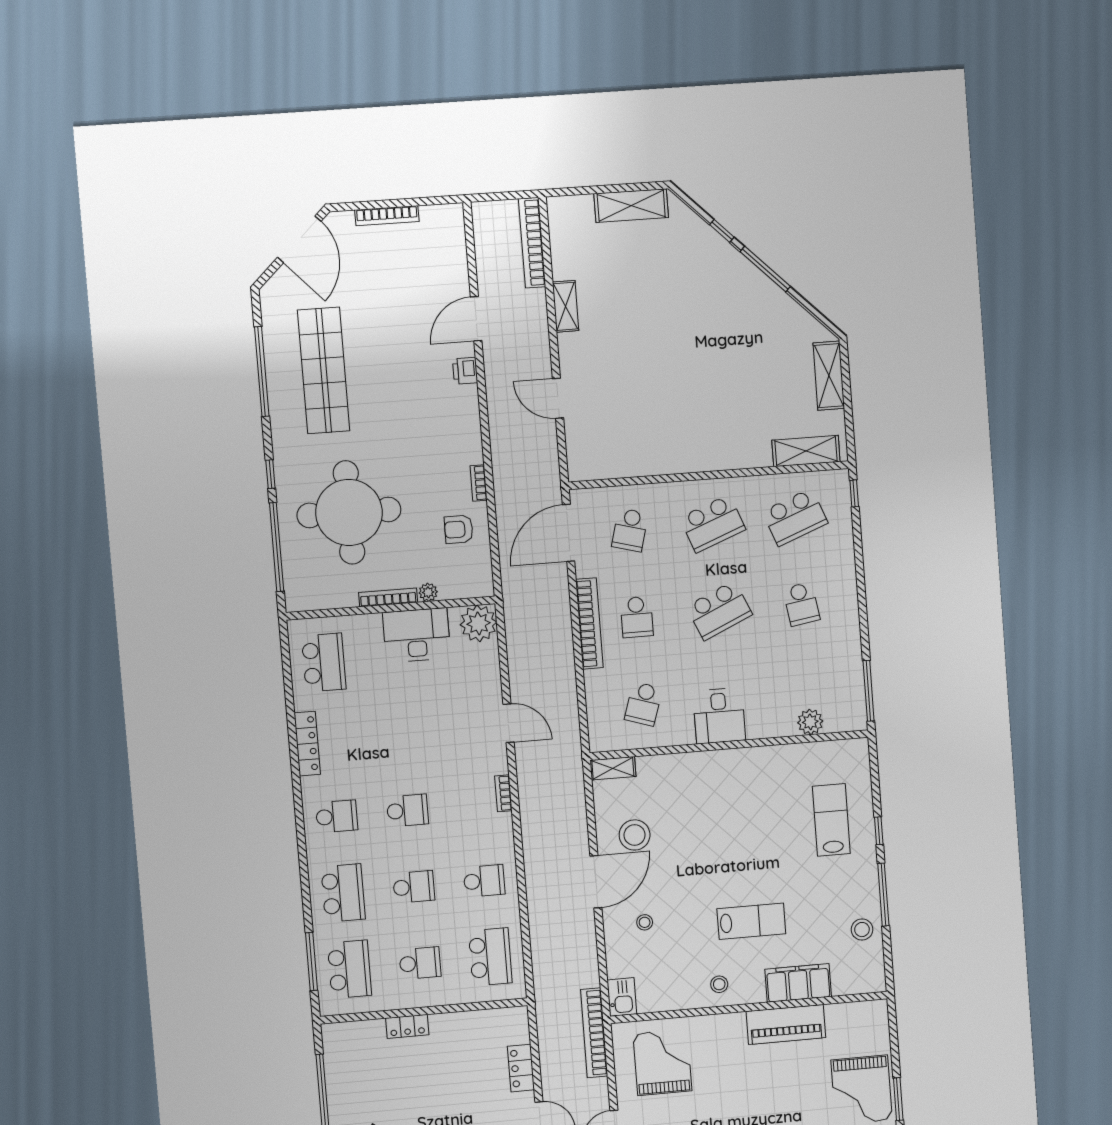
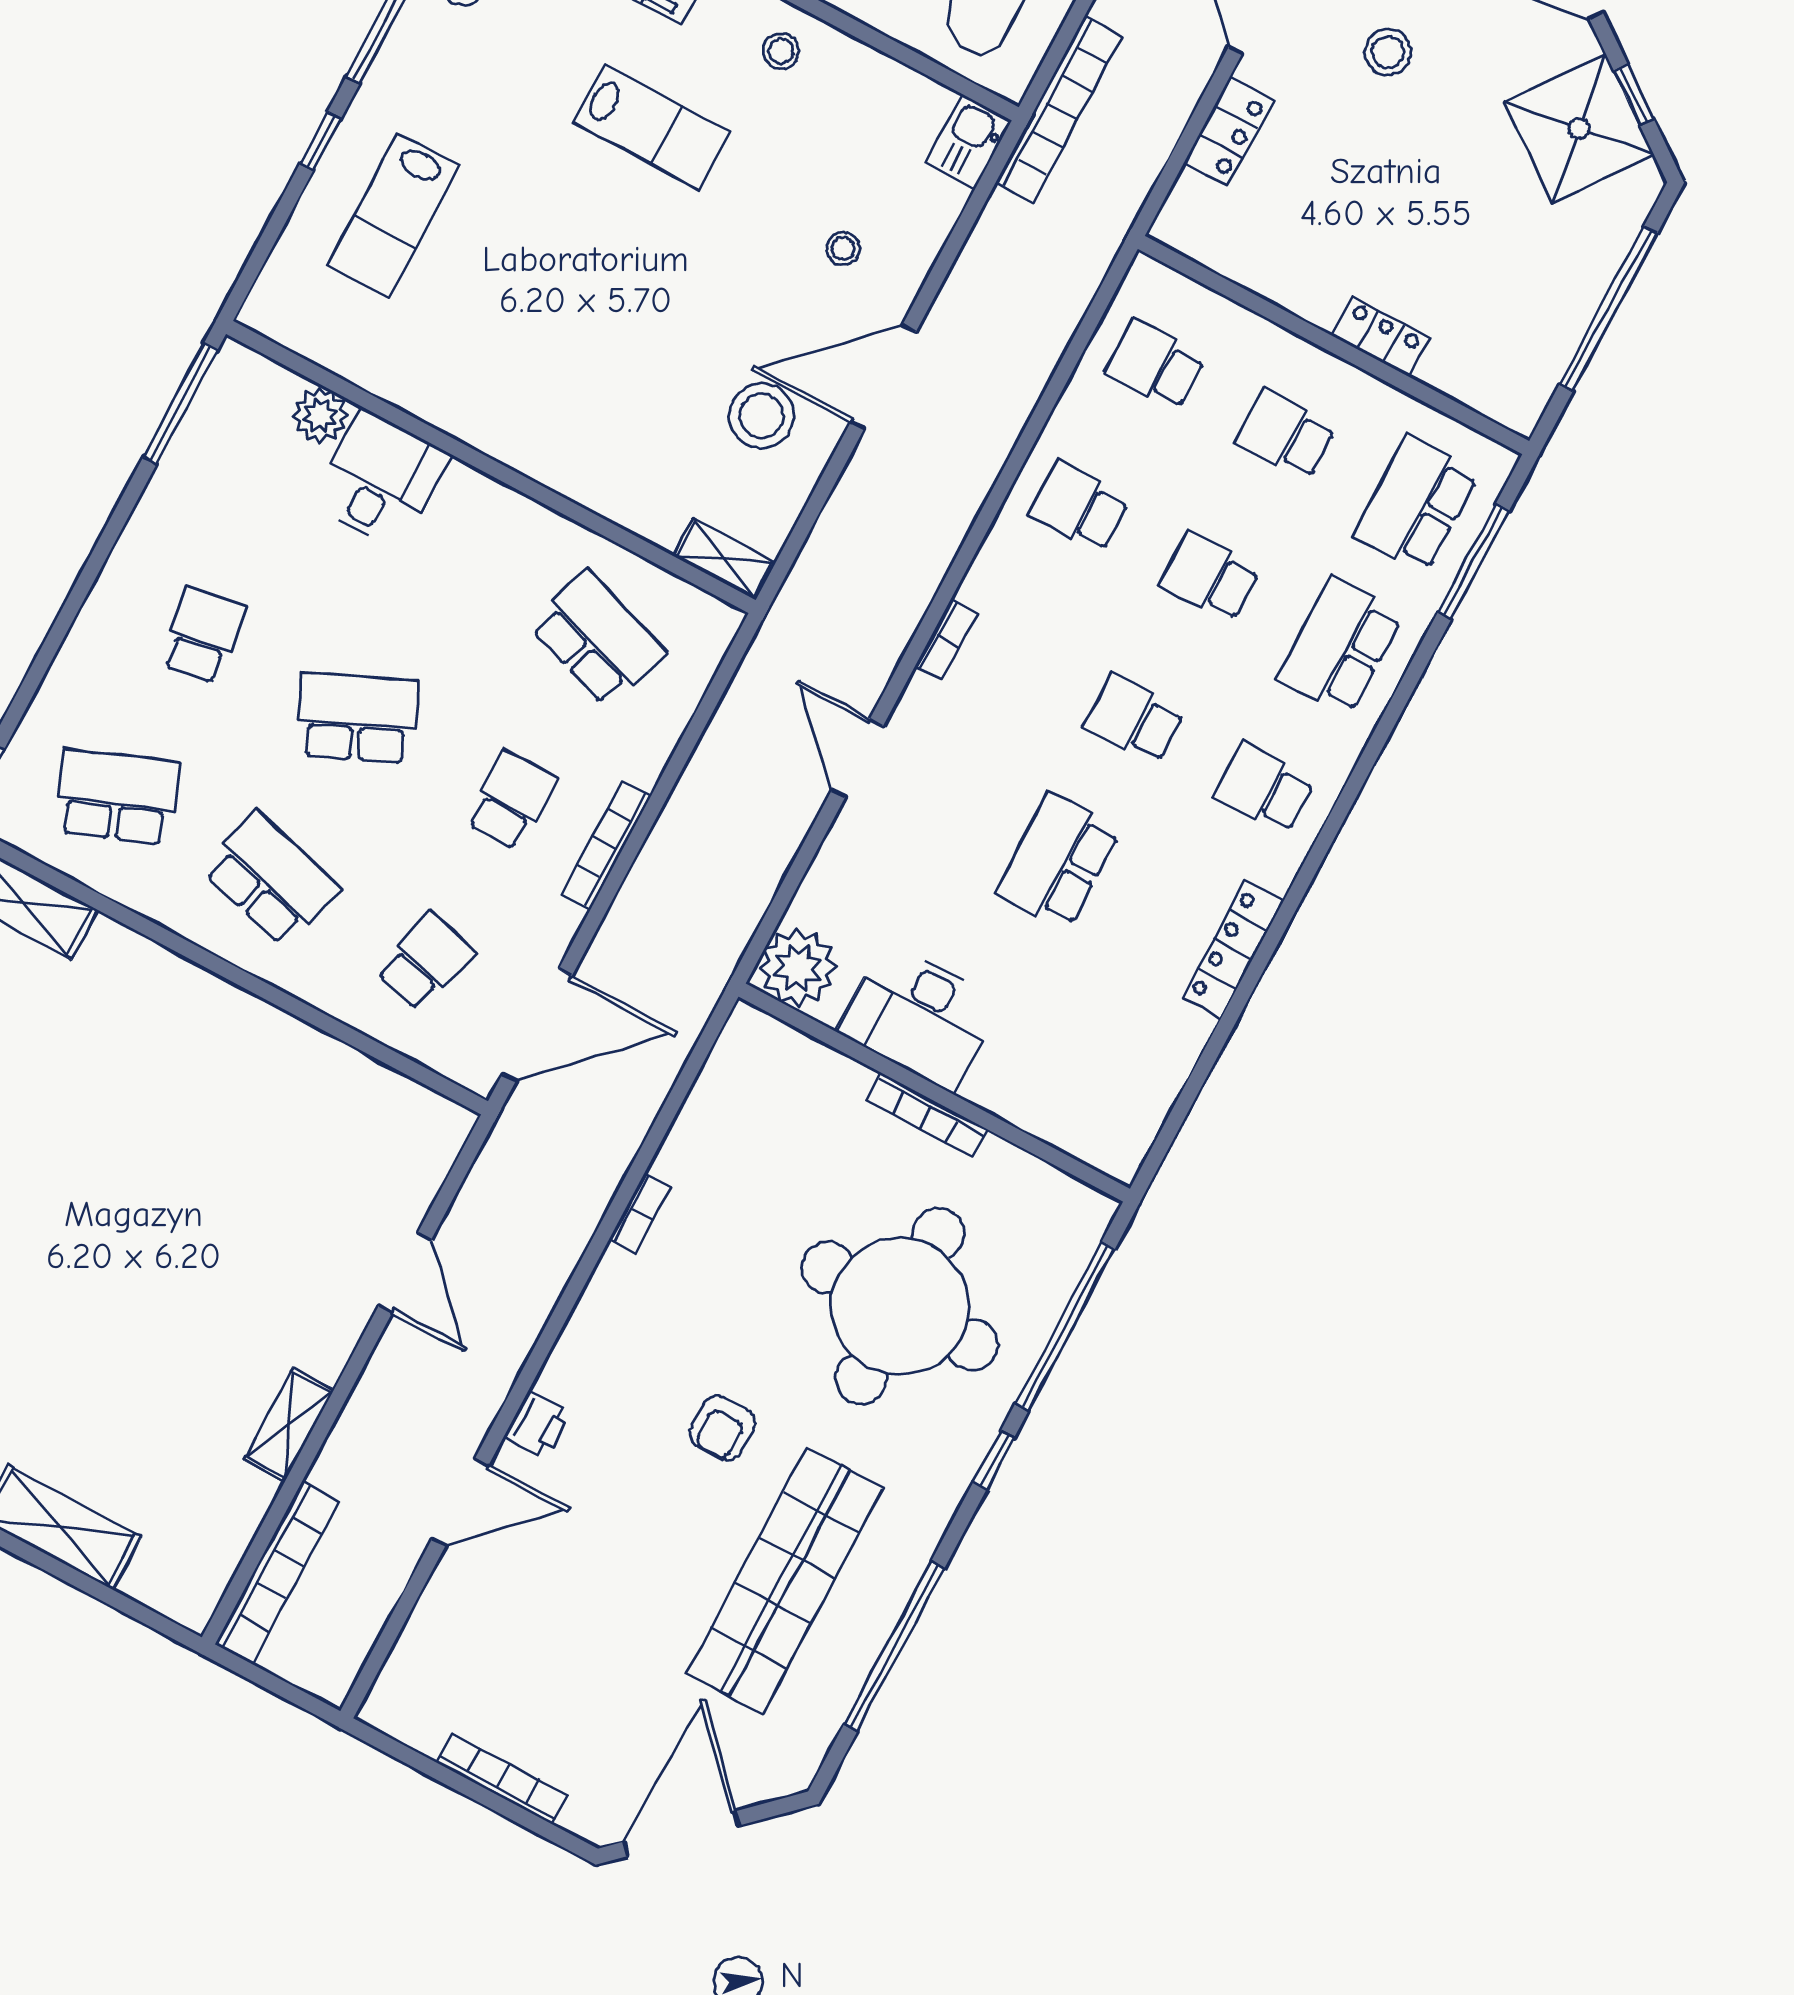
school desk: (713, 524) -> (271, 879), turned 36
armchair: (459, 529) -> (723, 1428), moved, turned 90
plant: (428, 592) -> (851, 1079), removed
bookcase: (589, 623) -> (607, 845), width x0.68, depth x0.76
school desk: (324, 662) -> (1058, 861), moved
school desk: (643, 704) -> (597, 639), width x1.85
desk: (719, 716) -> (380, 480), moved
lab bench: (751, 921) -> (652, 127), turned 180
school desk: (490, 957) -> (1155, 365), width x0.54

